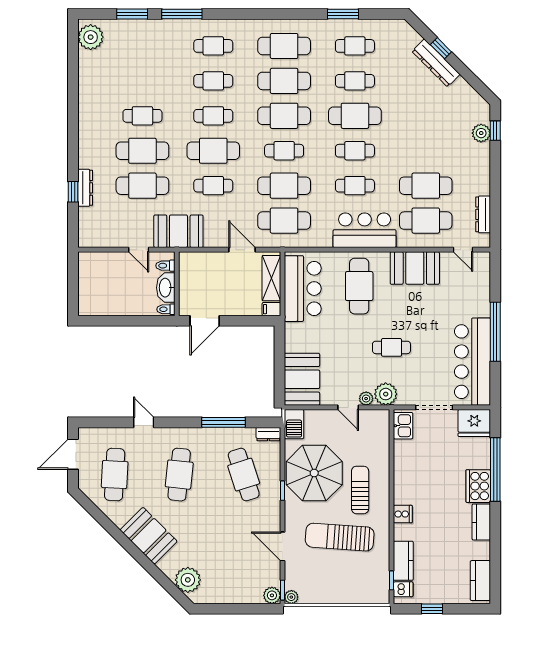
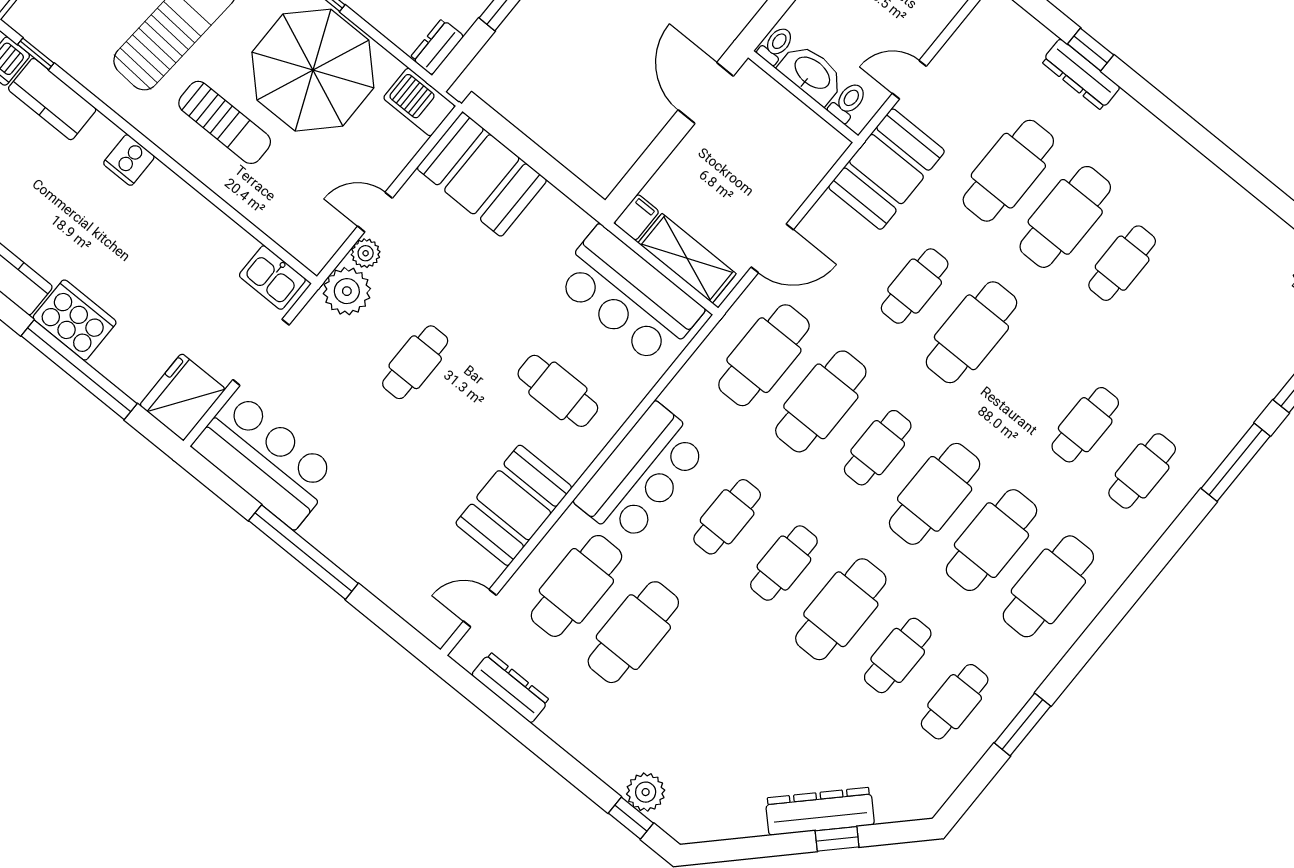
cafe table: (213, 116) -> (1028, 379), removed
cafe table: (359, 286) -> (558, 391), width x0.73, depth x0.74
bar counter: (473, 362) -> (266, 460), width x0.73

